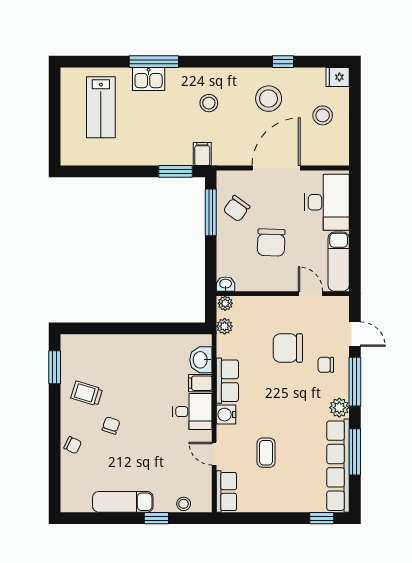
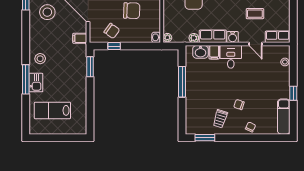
stool: (209, 103) -> (40, 59), moved
lab bench: (101, 107) -> (52, 110), turned 180
filing cabinet: (202, 154) -> (80, 38), moved
window: (211, 212) -> (114, 46), width x0.46
plant: (225, 326) -> (194, 38), moved
window: (150, 328) -> (182, 82), added
door: (214, 454) -> (255, 44), hinge flipped
exam couch: (123, 502) -> (284, 117), moved
window: (156, 518) -> (293, 93), moved

